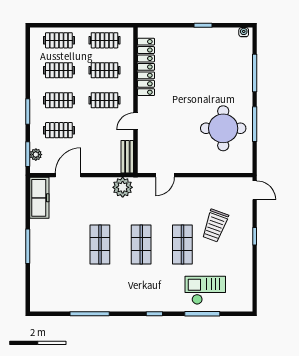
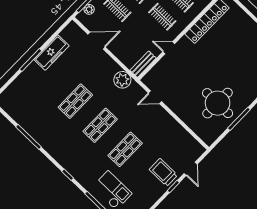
door: (255, 190) -> (191, 169), moved
freezer: (39, 198) -> (51, 53), moved
trolley: (215, 226) -> (163, 172), moved, turned 70

